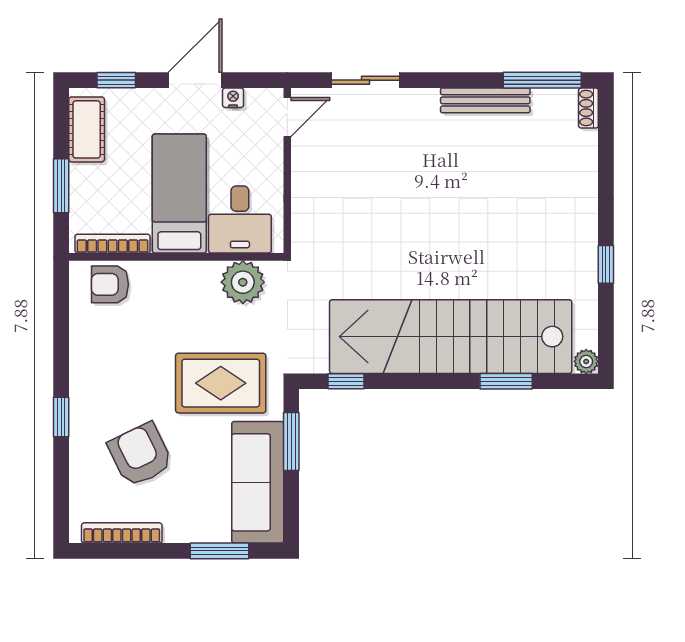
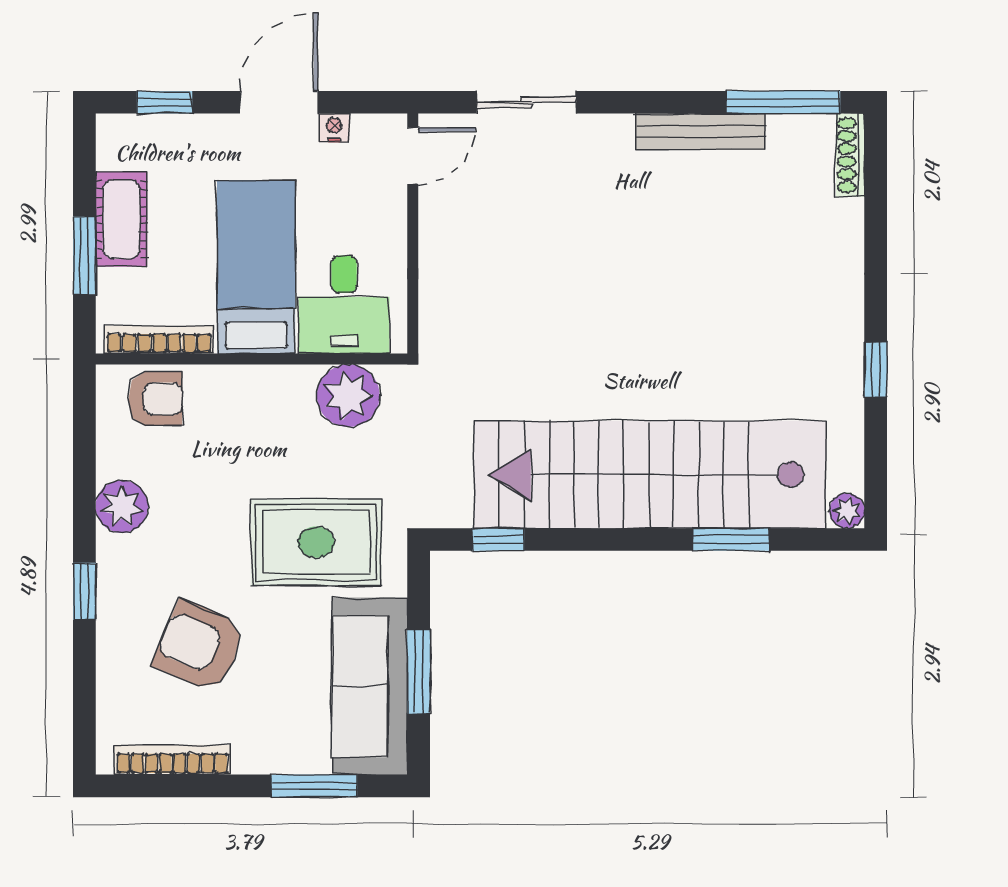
shoe rack: (588, 108) -> (850, 155), width x1.43
cot: (87, 129) -> (121, 219), moved
armchair: (110, 284) -> (155, 399), turned 180
plant: (87, 359) -> (122, 507), added
window: (291, 442) -> (419, 671), moved
armchair: (140, 455) -> (199, 646), turned -41

